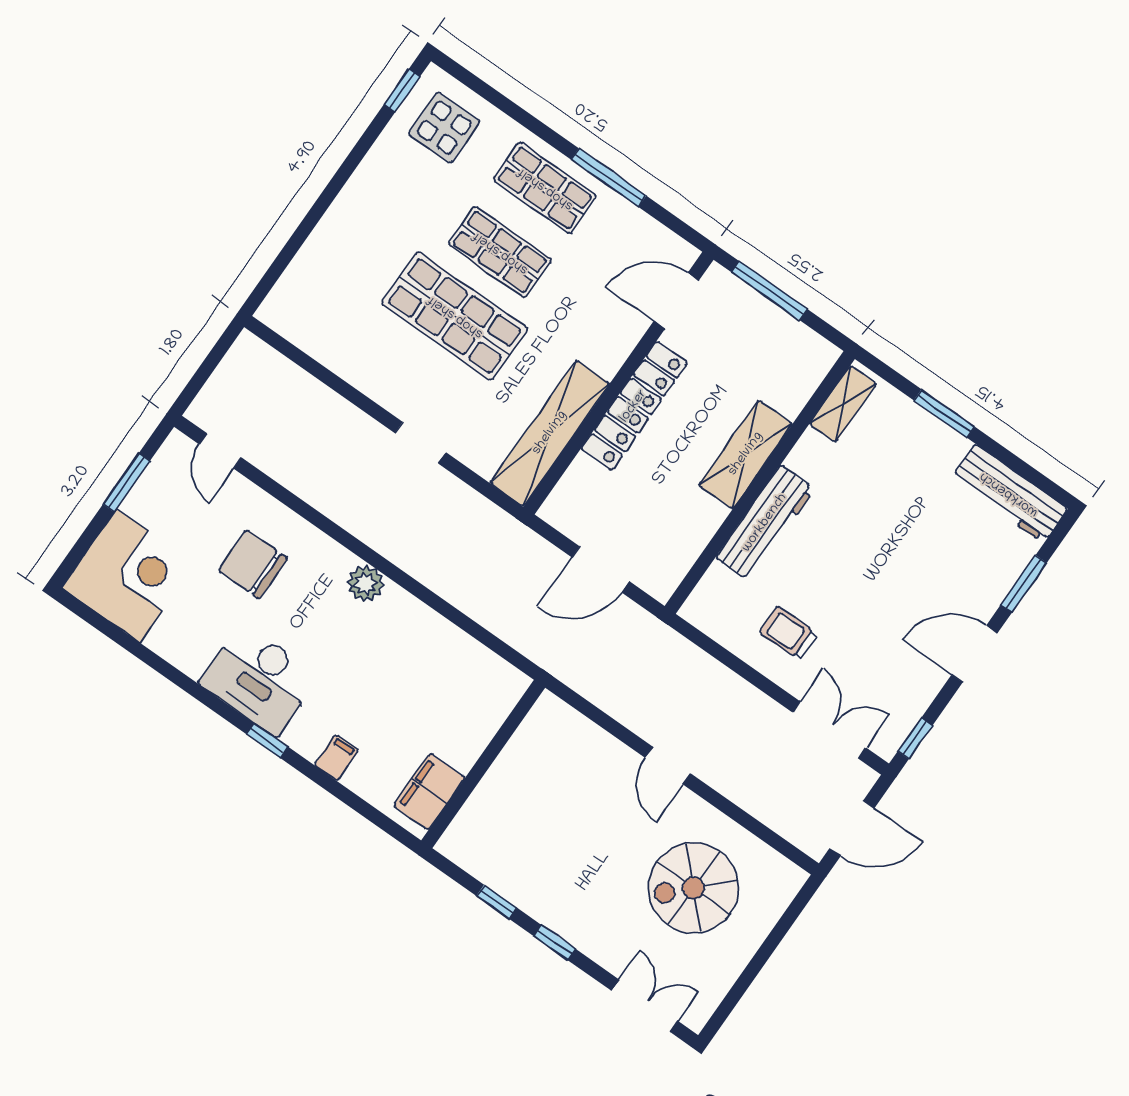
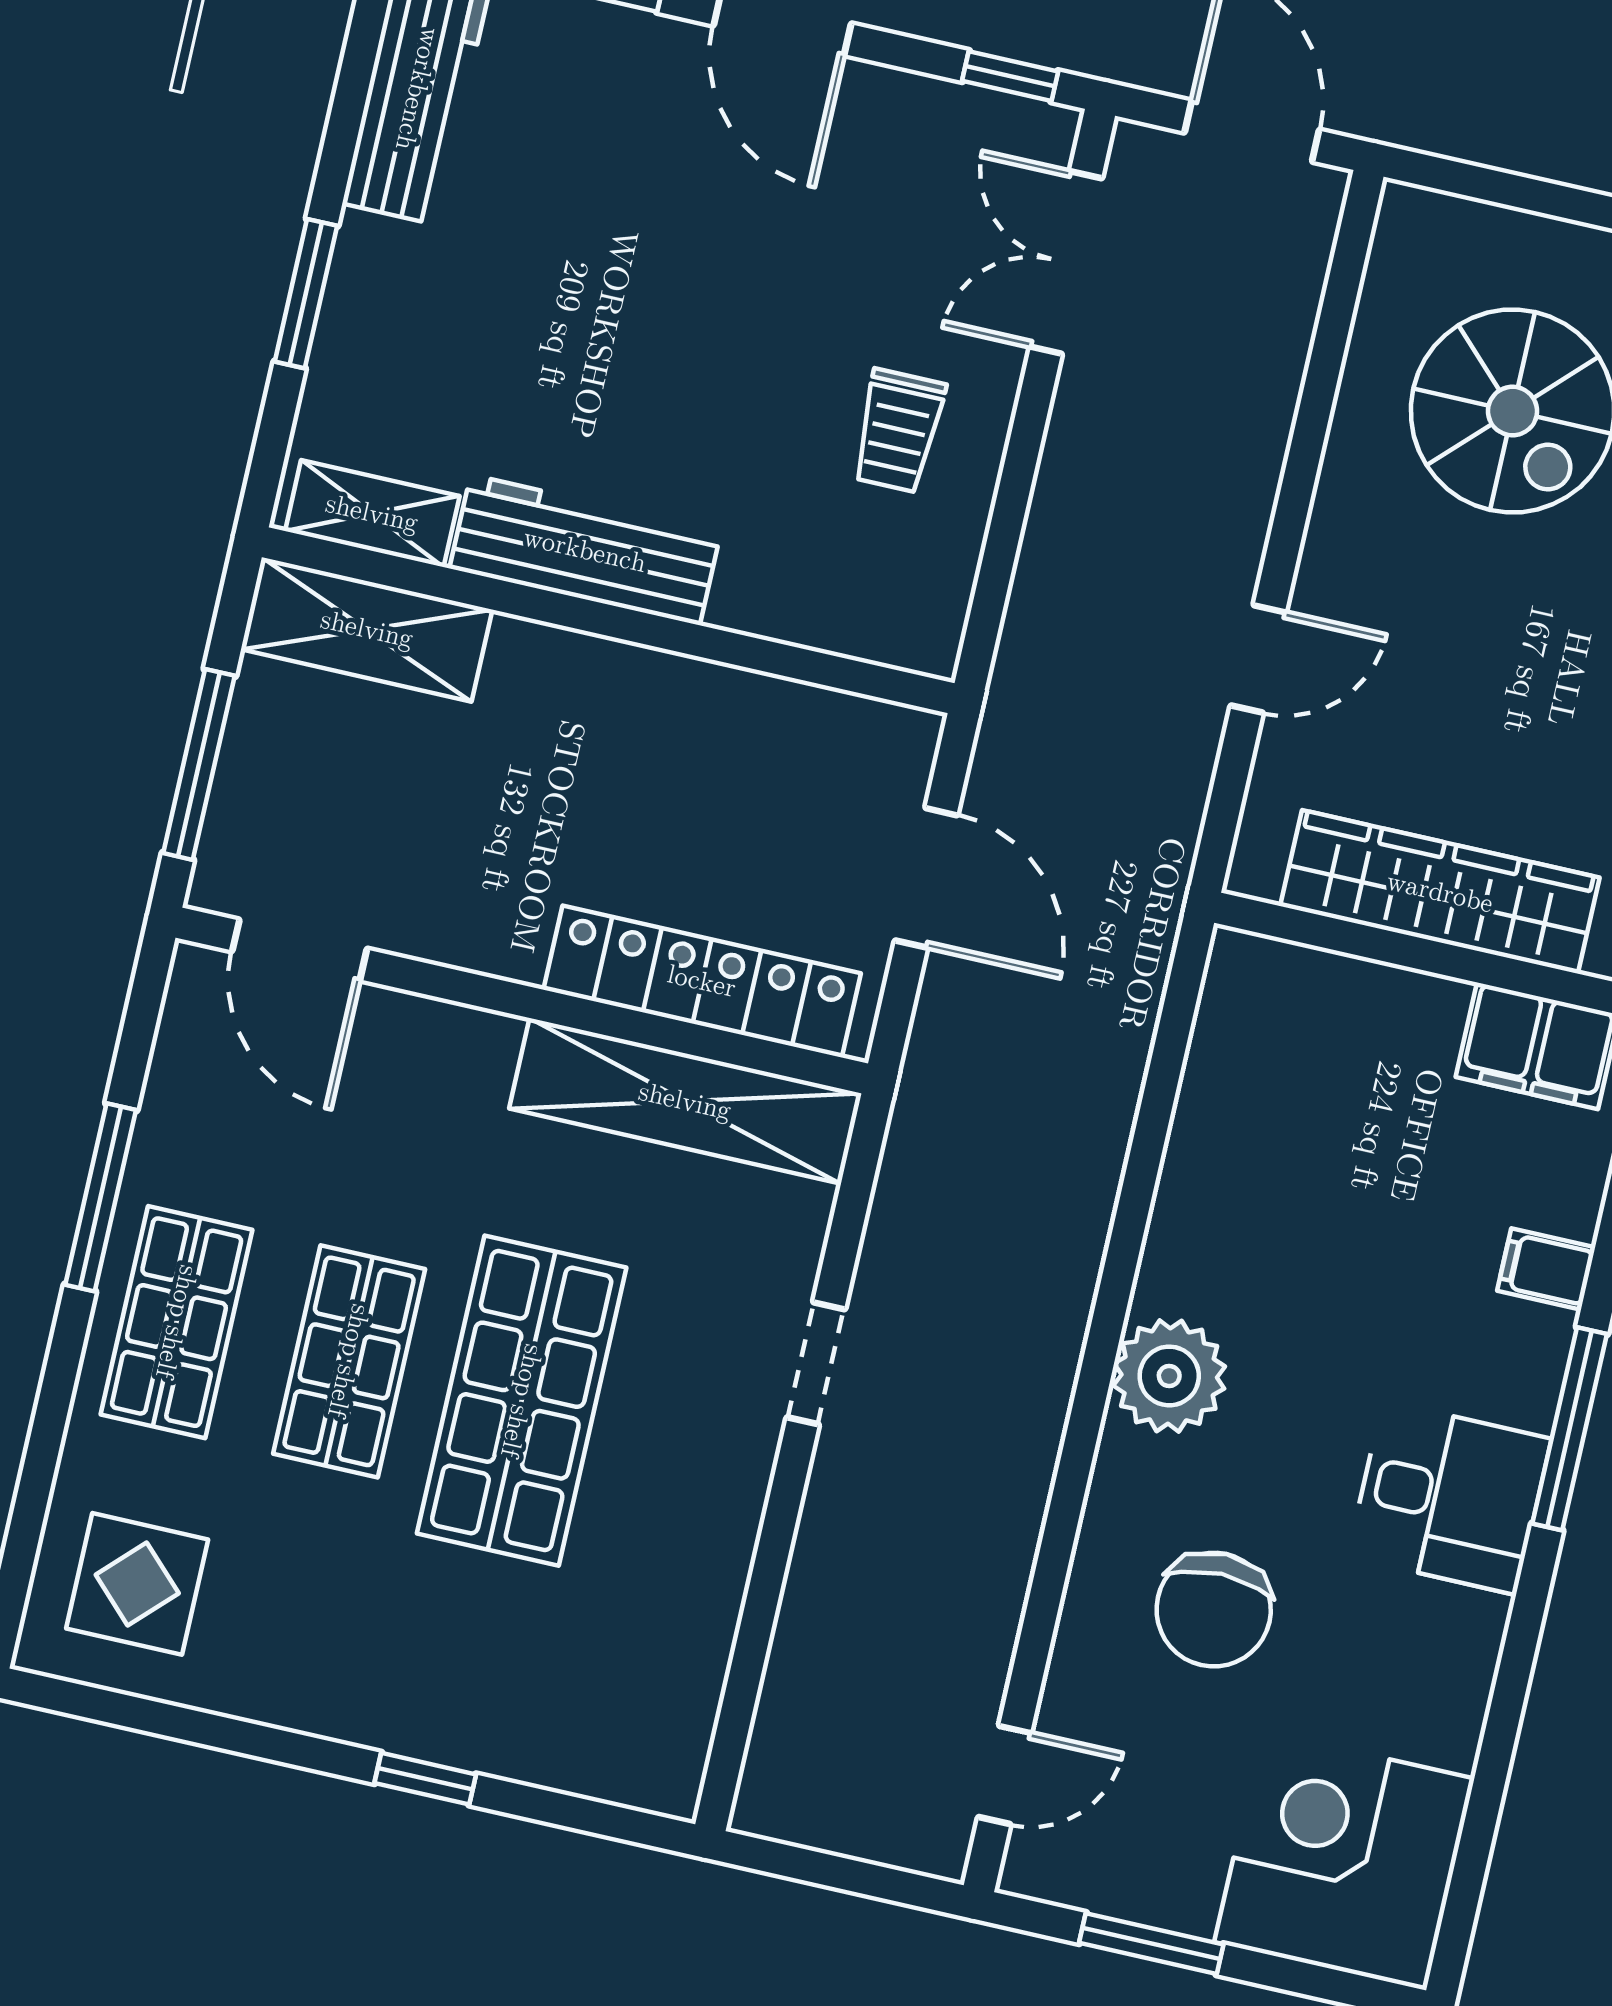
window: (402, 90) -> (425, 1779), moved
locker: (634, 406) -> (702, 981), moved
shelving: (746, 454) -> (367, 629), moved
workbench: (765, 523) -> (585, 550), moved
plant: (365, 584) -> (1169, 1376), width x1.36, depth x1.36
desk: (259, 680) -> (1449, 1498), width x0.73
window: (267, 740) -> (1570, 1429), width x2.17
door: (668, 765) -> (1258, 659), moved
wardrobe: (509, 777) -> (1440, 892), added

